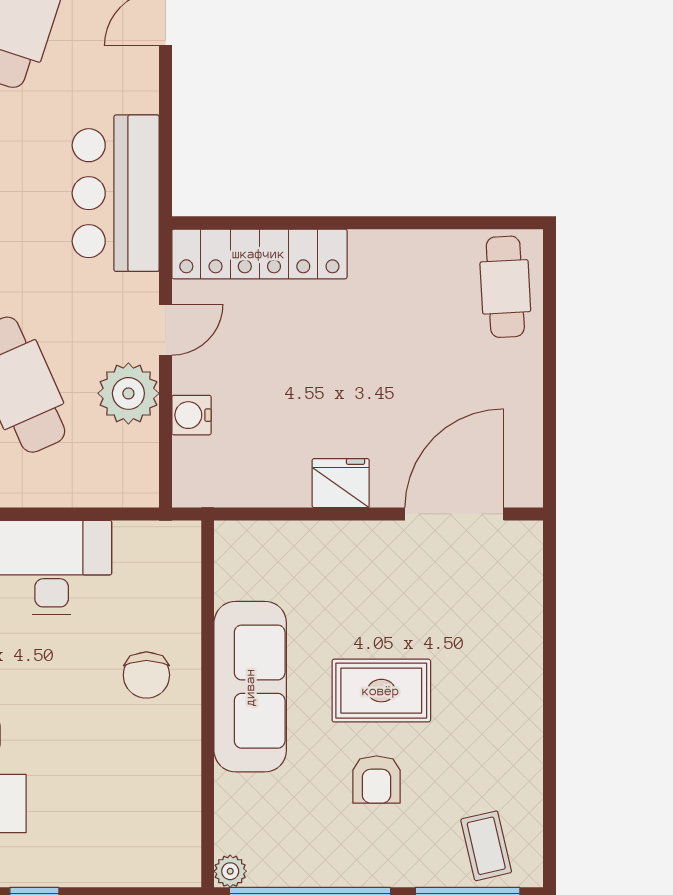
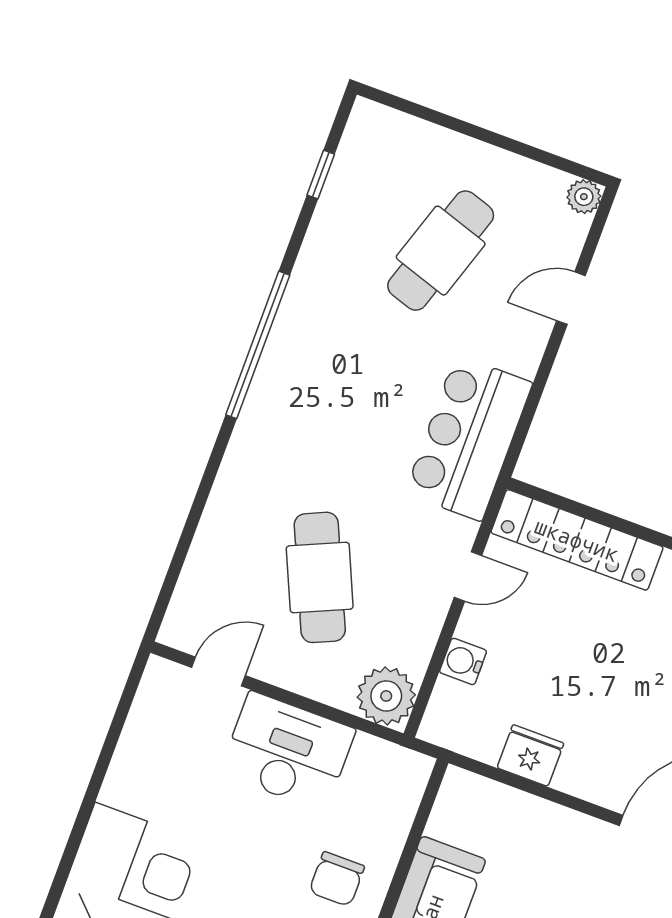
plant: (128, 393) -> (386, 696), moved
fridge: (341, 483) -> (530, 756), moved

